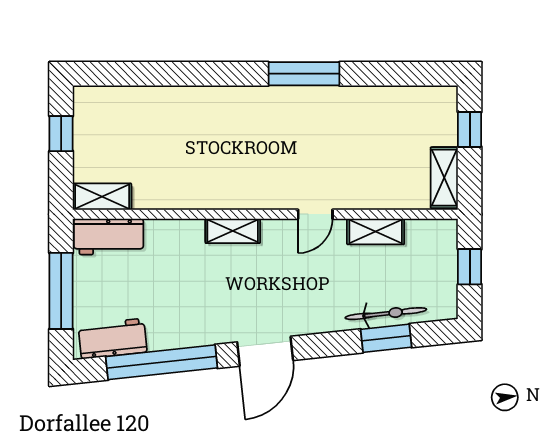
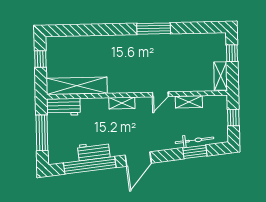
shelving: (102, 197) -> (77, 86), width x2.20, depth x1.33
workbench: (113, 339) -> (94, 151), moved

